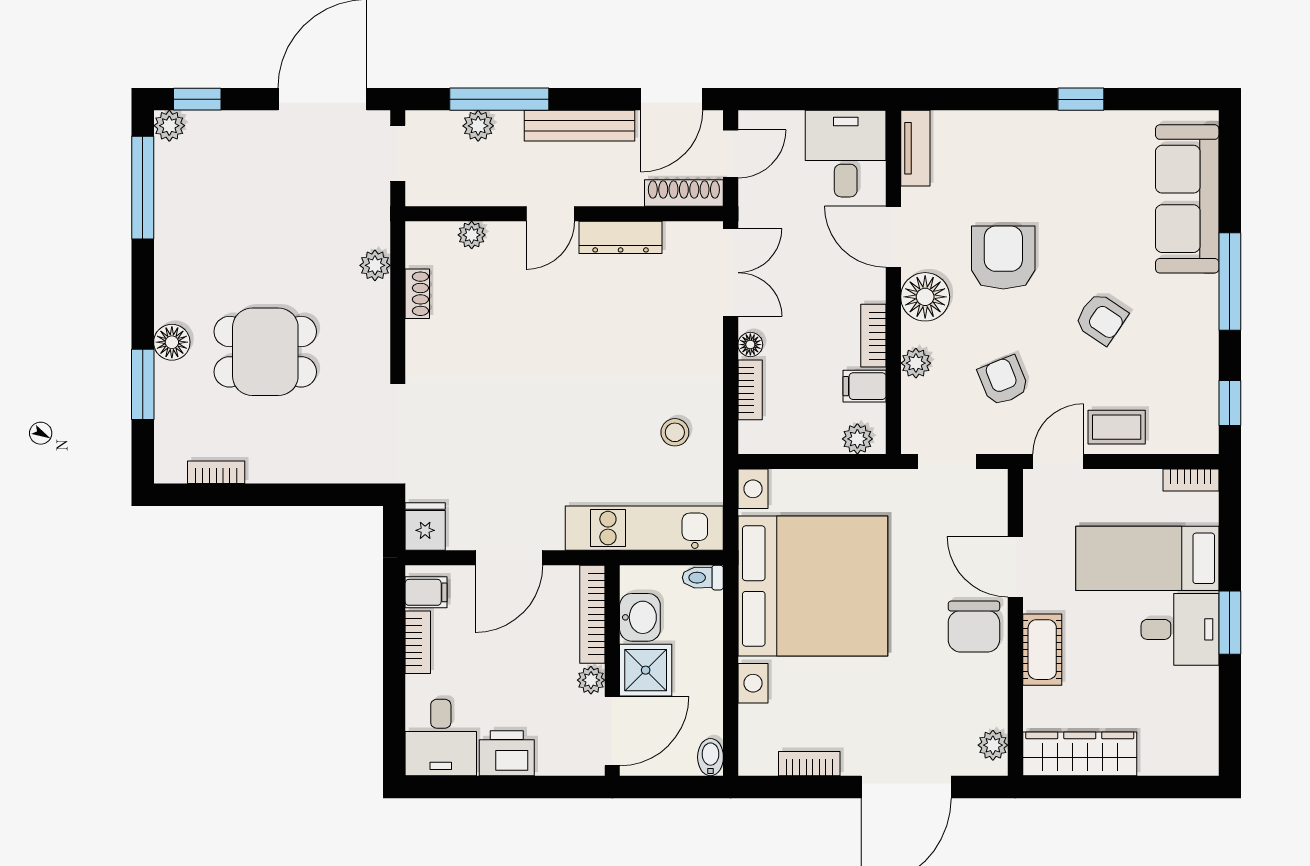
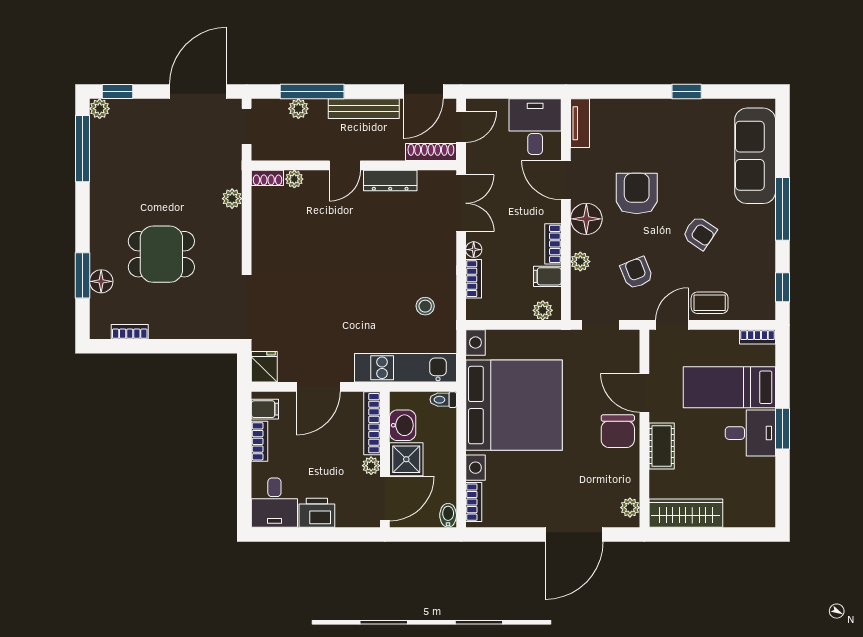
shoe rack: (417, 294) -> (267, 178), moved, turned 90
floor lamp: (172, 342) -> (101, 281), moved
bookcase: (809, 764) -> (474, 502), moved, turned 90

